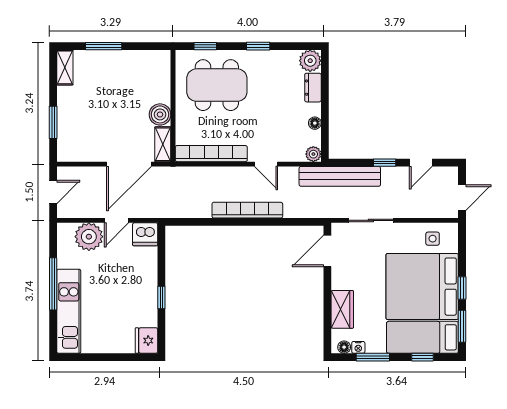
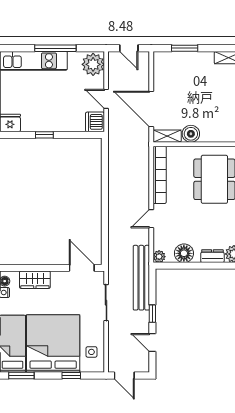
floor lamp: (315, 123) -> (184, 253), width x1.89, depth x1.89
bookcase: (247, 210) -> (114, 204), removed
plant: (89, 237) -> (93, 64), moved
window: (462, 288) -> (71, 375), moved

